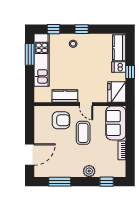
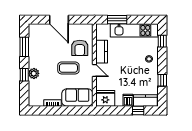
window: (82, 29) -> (162, 80), moved
window: (30, 54) -> (117, 20), moved
window: (130, 72) -> (138, 111), moved
door: (86, 104) -> (94, 71), swing flipped
door: (30, 154) -> (59, 20), moved
window: (107, 182) -> (24, 75), moved

